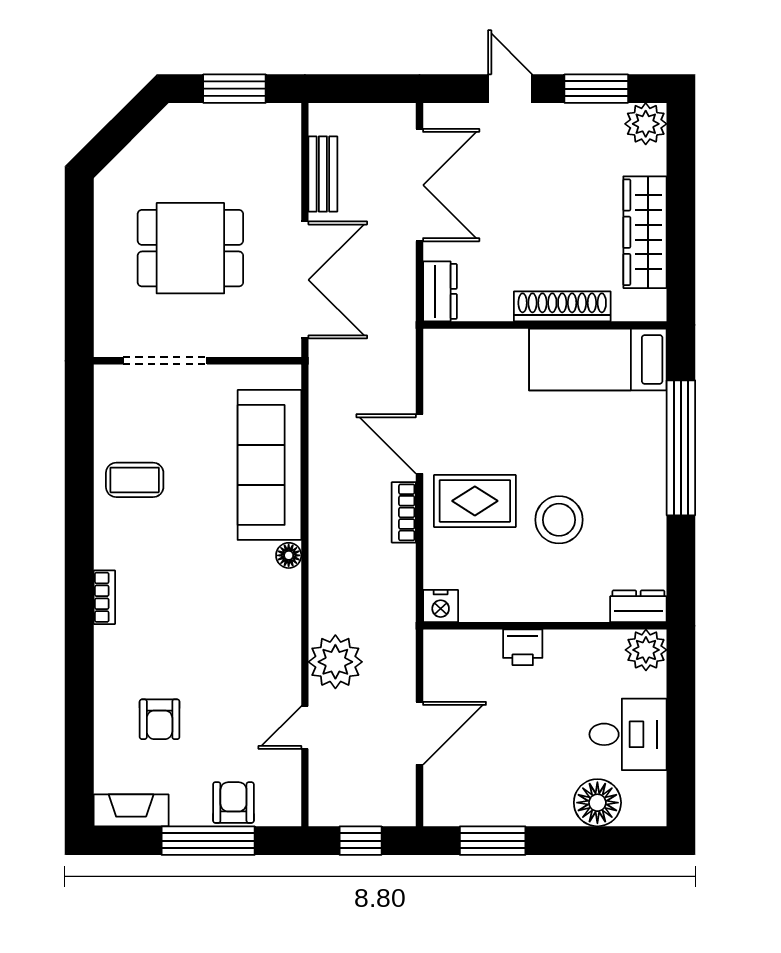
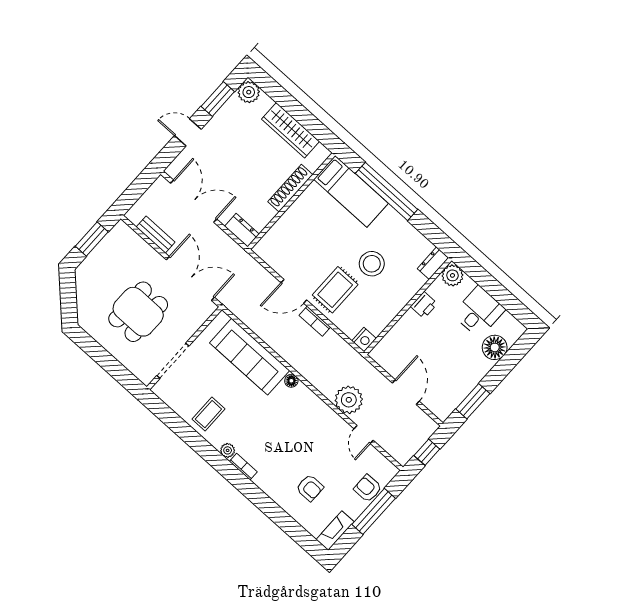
bed: (598, 359) -> (351, 191), moved, turned -90
plant: (107, 554) -> (228, 450), added
printer: (523, 647) -> (424, 305), moved

